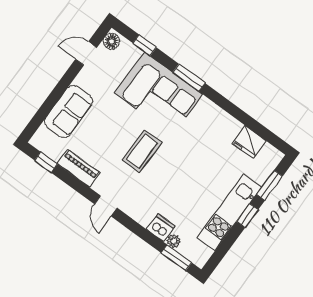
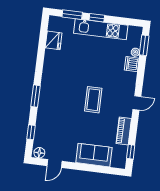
door: (86, 53) -> (55, 164), hinge flipped
corner sofa: (158, 94) -> (55, 109), removed
coffee table: (142, 151) -> (93, 100), turned 90

